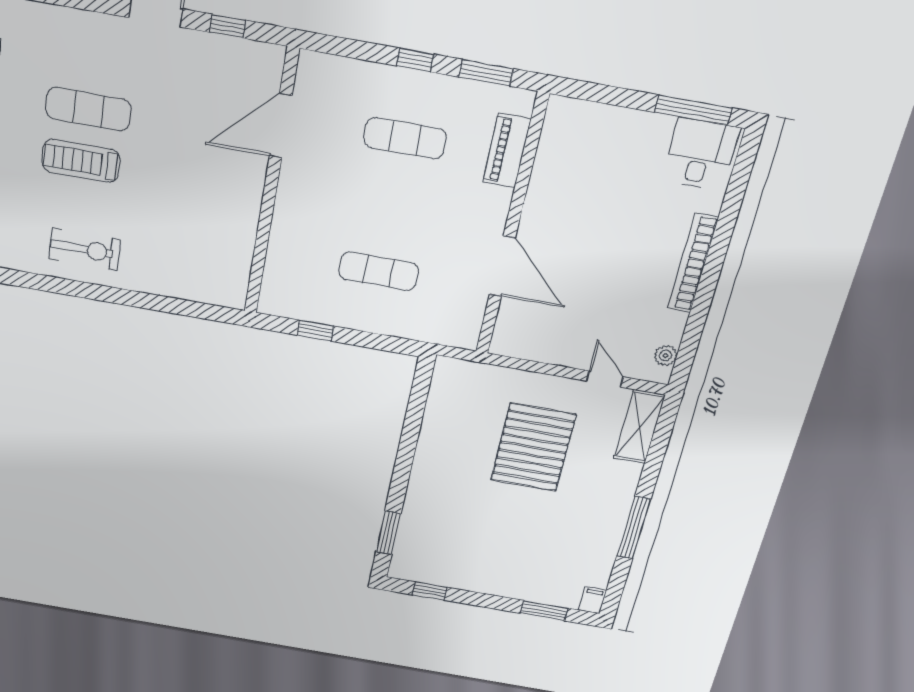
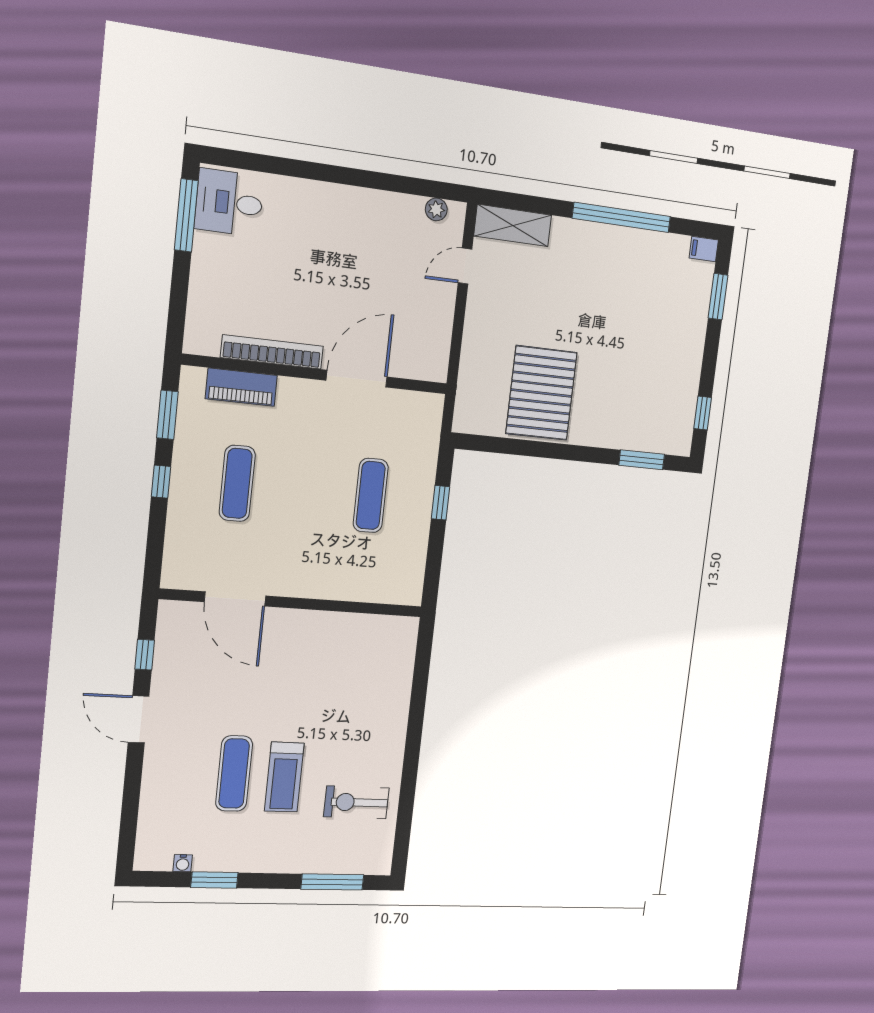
exercise bike: (85, 249) -> (356, 802), moved, turned -90
bookcase: (693, 263) -> (272, 352), moved, turned 180
window: (315, 331) -> (441, 503), moved
pallet: (533, 447) -> (541, 393), moved, turned 90
window: (634, 528) -> (622, 217), width x1.46

